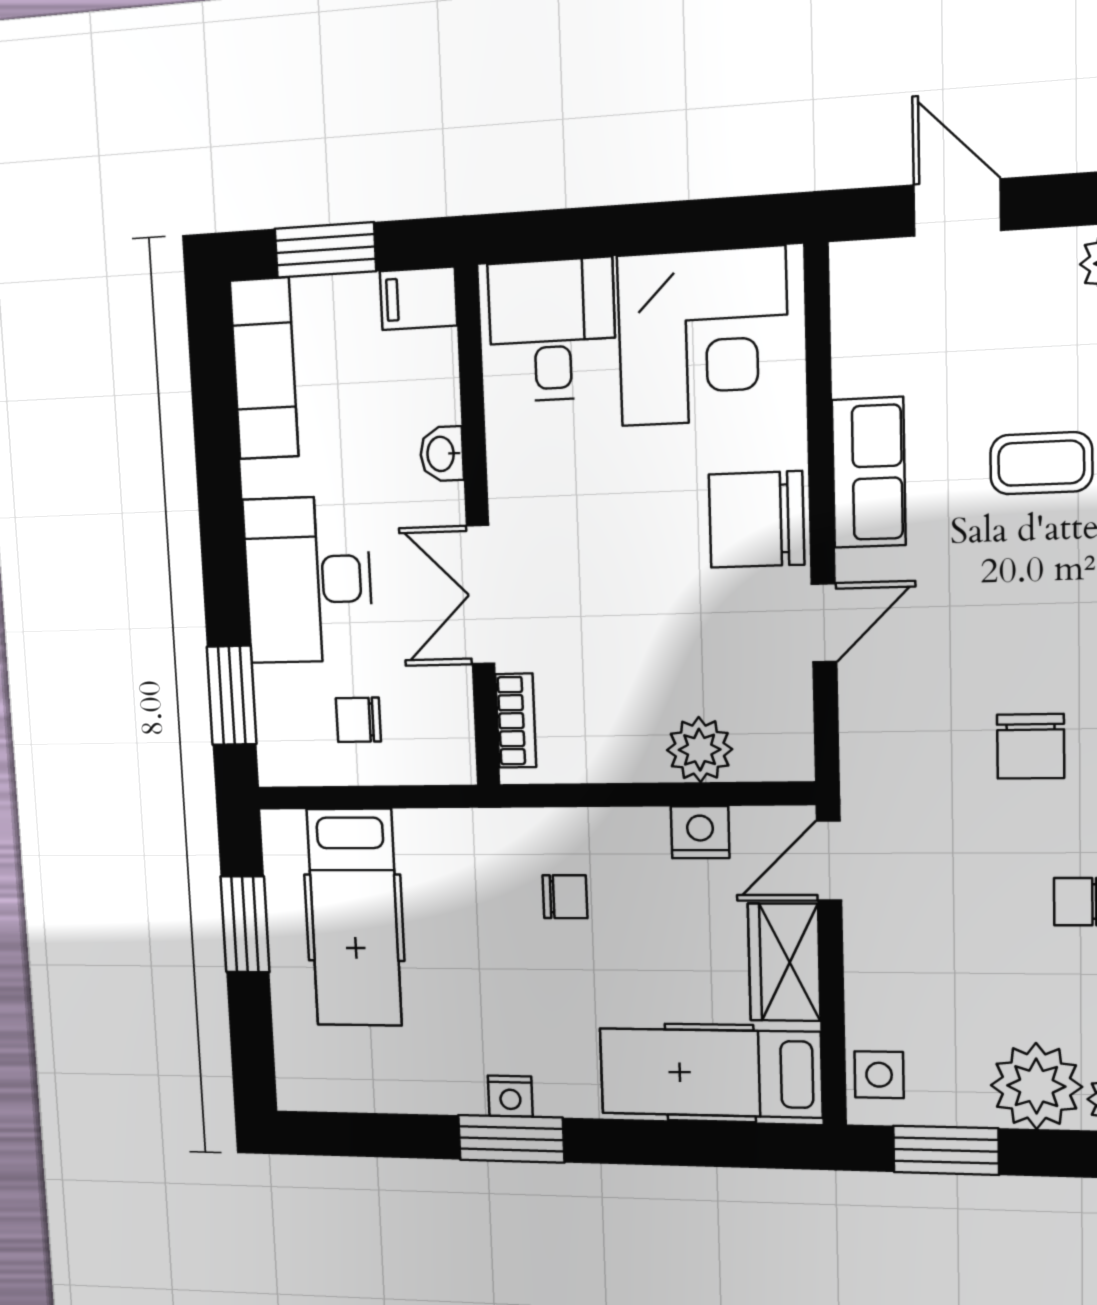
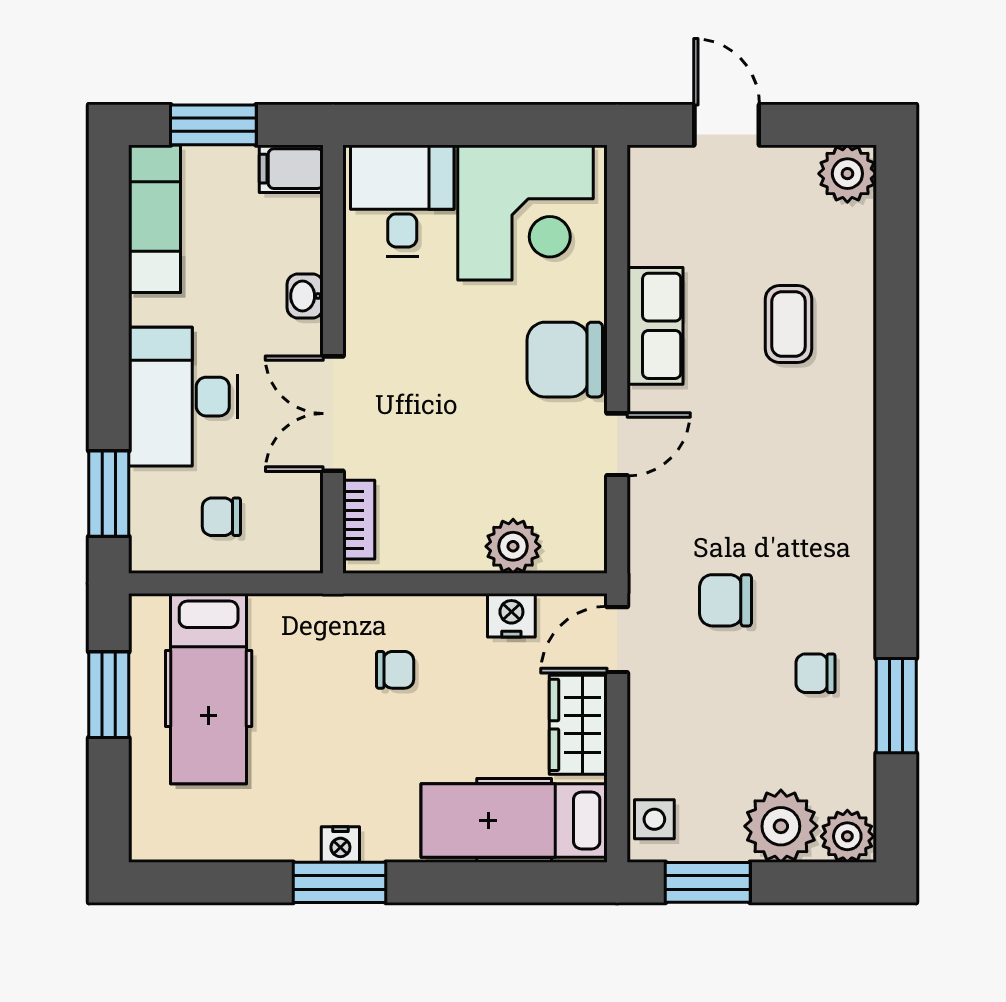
coffee table: (1041, 463) -> (789, 324), turned 90
chair: (1031, 746) -> (726, 600), moved, turned 90

